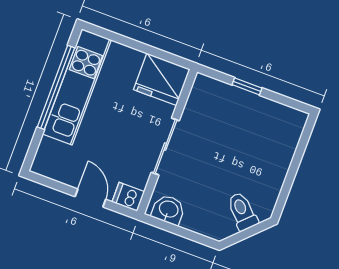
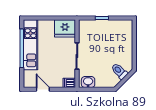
door: (90, 198) -> (43, 89), moved

